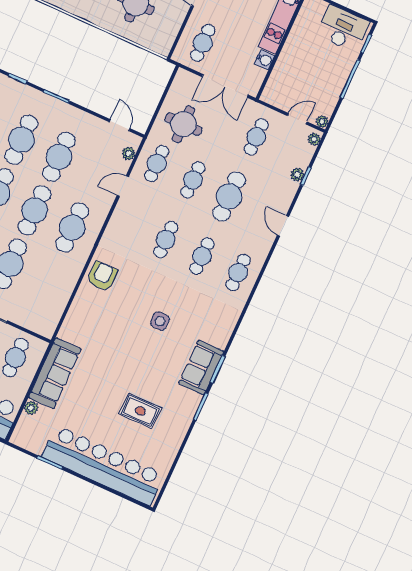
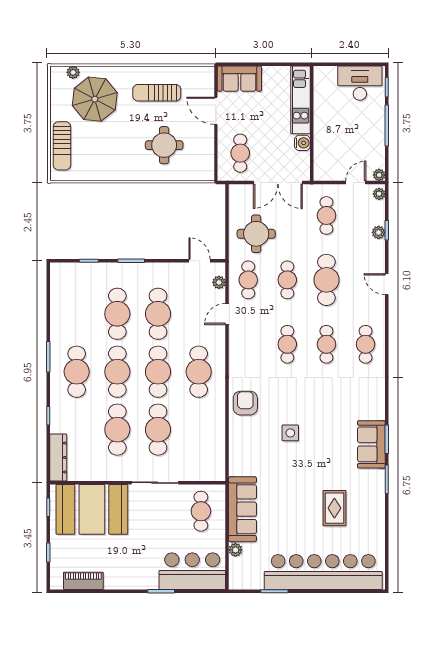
side table: (160, 321) -> (290, 433), moved
rug: (140, 411) -> (334, 508), turned 90

